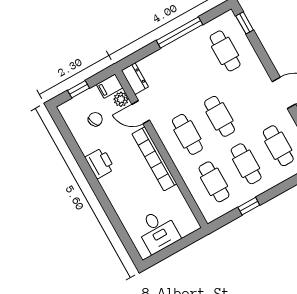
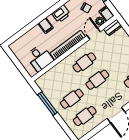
cafe table: (214, 182) -> (59, 81), removed
filing cabinet: (117, 192) -> (46, 26), added
window: (249, 206) -> (47, 104), width x2.17
desk: (158, 231) -> (40, 58), moved, turned -90

